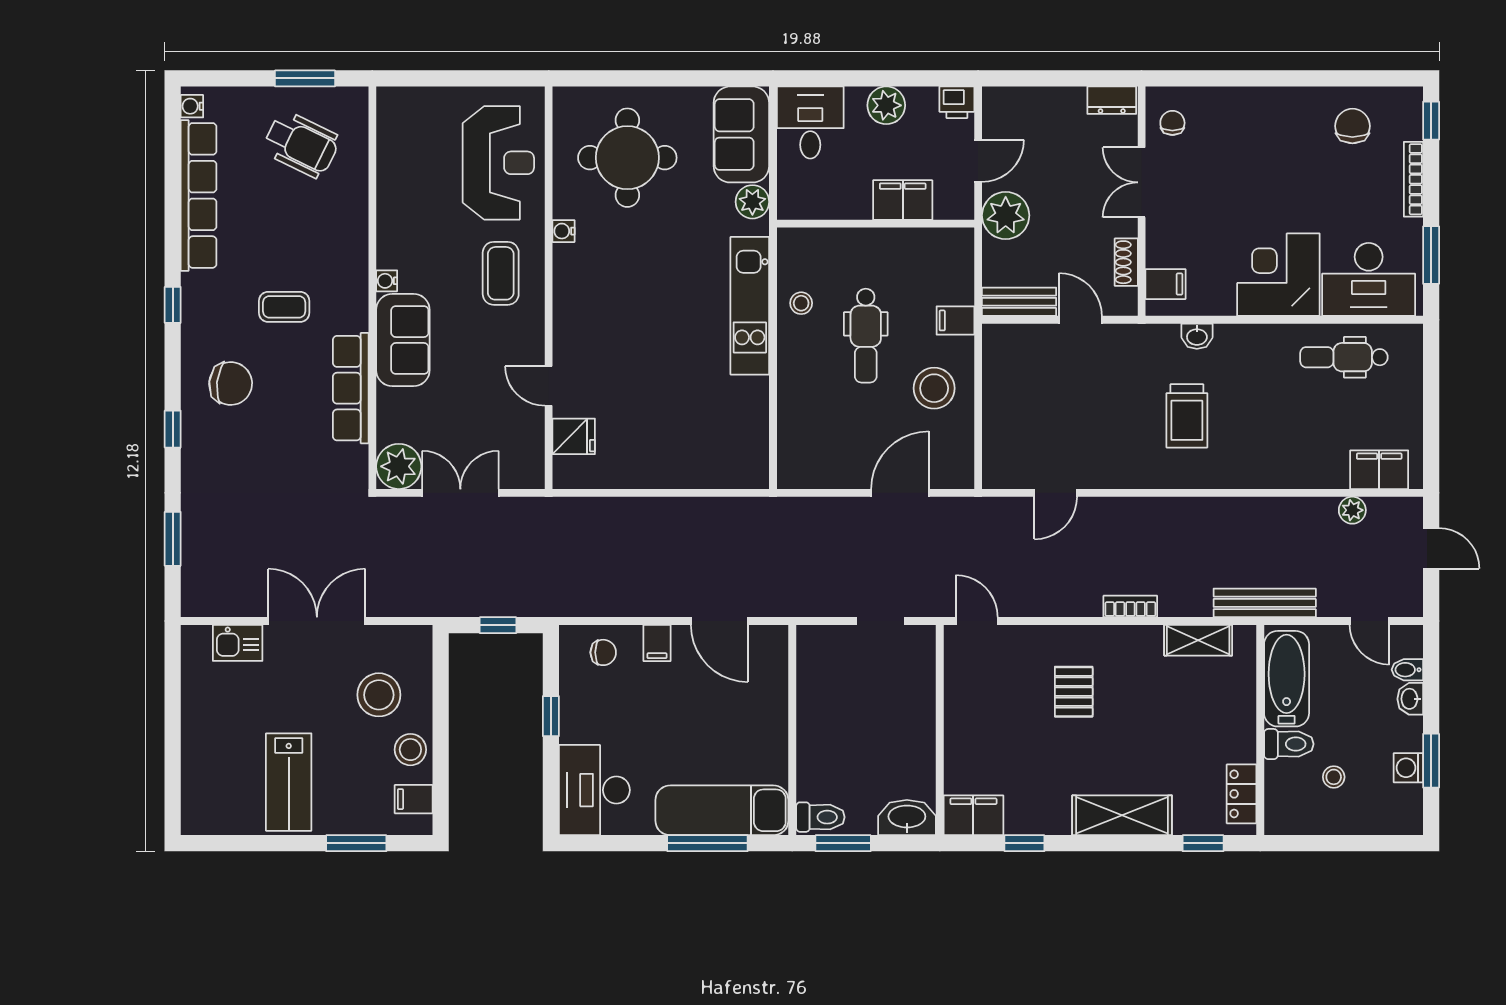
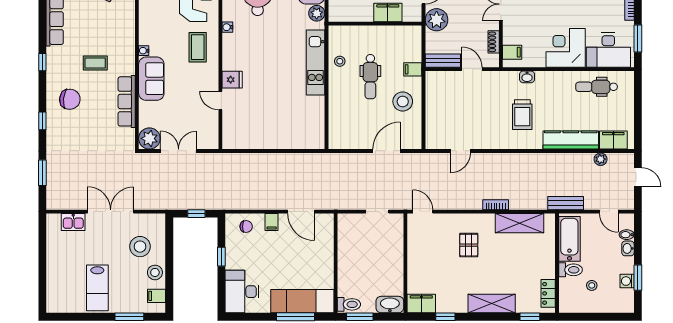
fridge: (574, 436) -> (232, 80), moved
kitchen counter: (1289, 470) -> (571, 140), added
bench: (1265, 603) -> (566, 203), width x0.73
shelving: (1198, 640) -> (520, 223), width x1.50, depth x1.33

